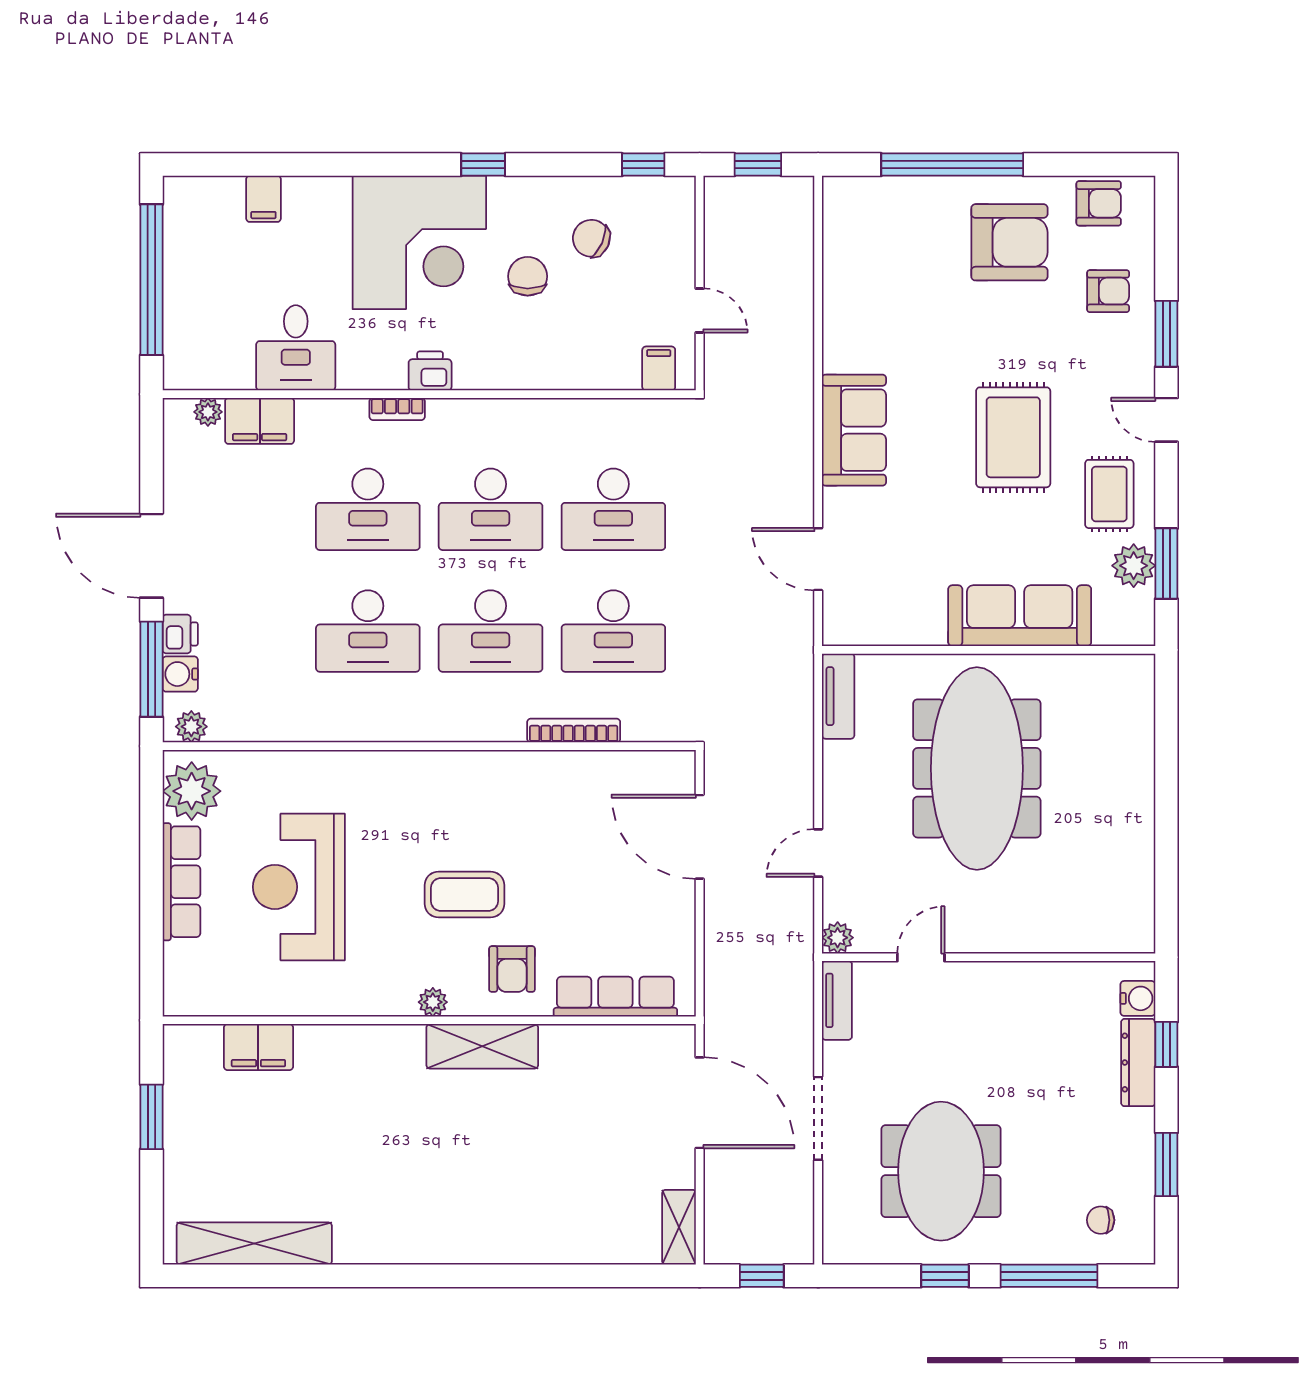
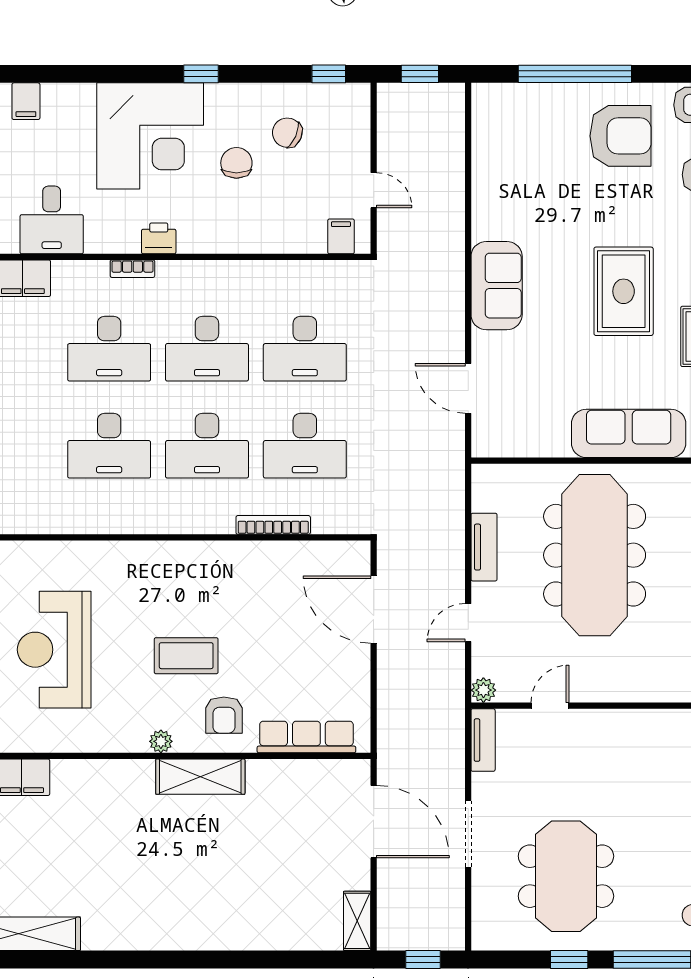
tv unit: (838, 696) -> (484, 547), moved

